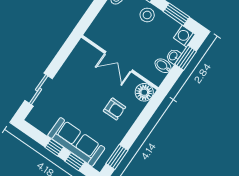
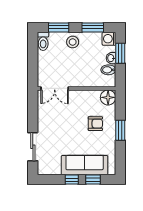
double door: (119, 62) -> (55, 88), moved
window: (117, 157) -> (120, 130), moved

